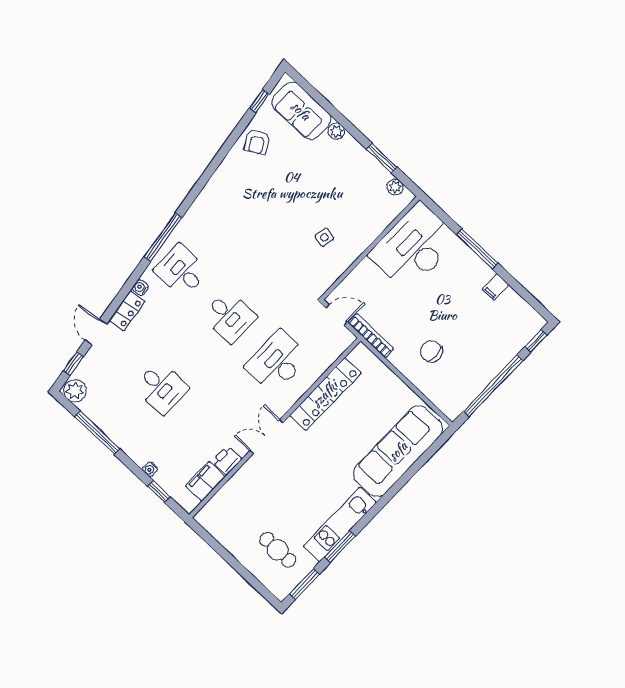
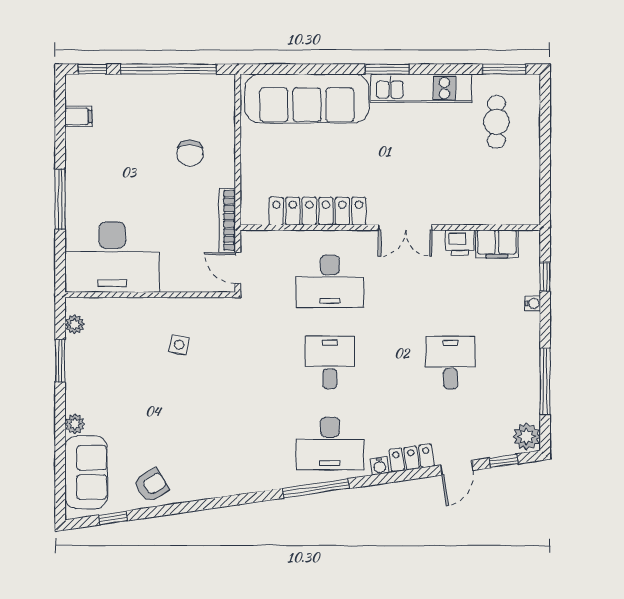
desk: (181, 271) -> (330, 444), width x1.37
filing cabinet: (496, 287) -> (78, 116), moved
window: (340, 546) -> (387, 69), moved

